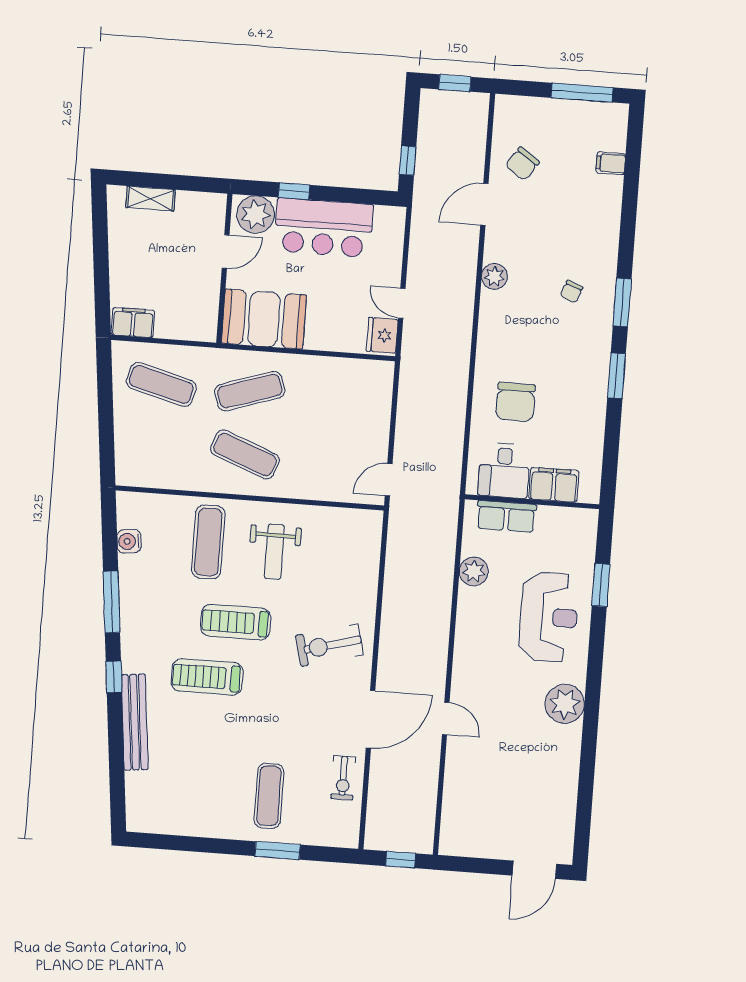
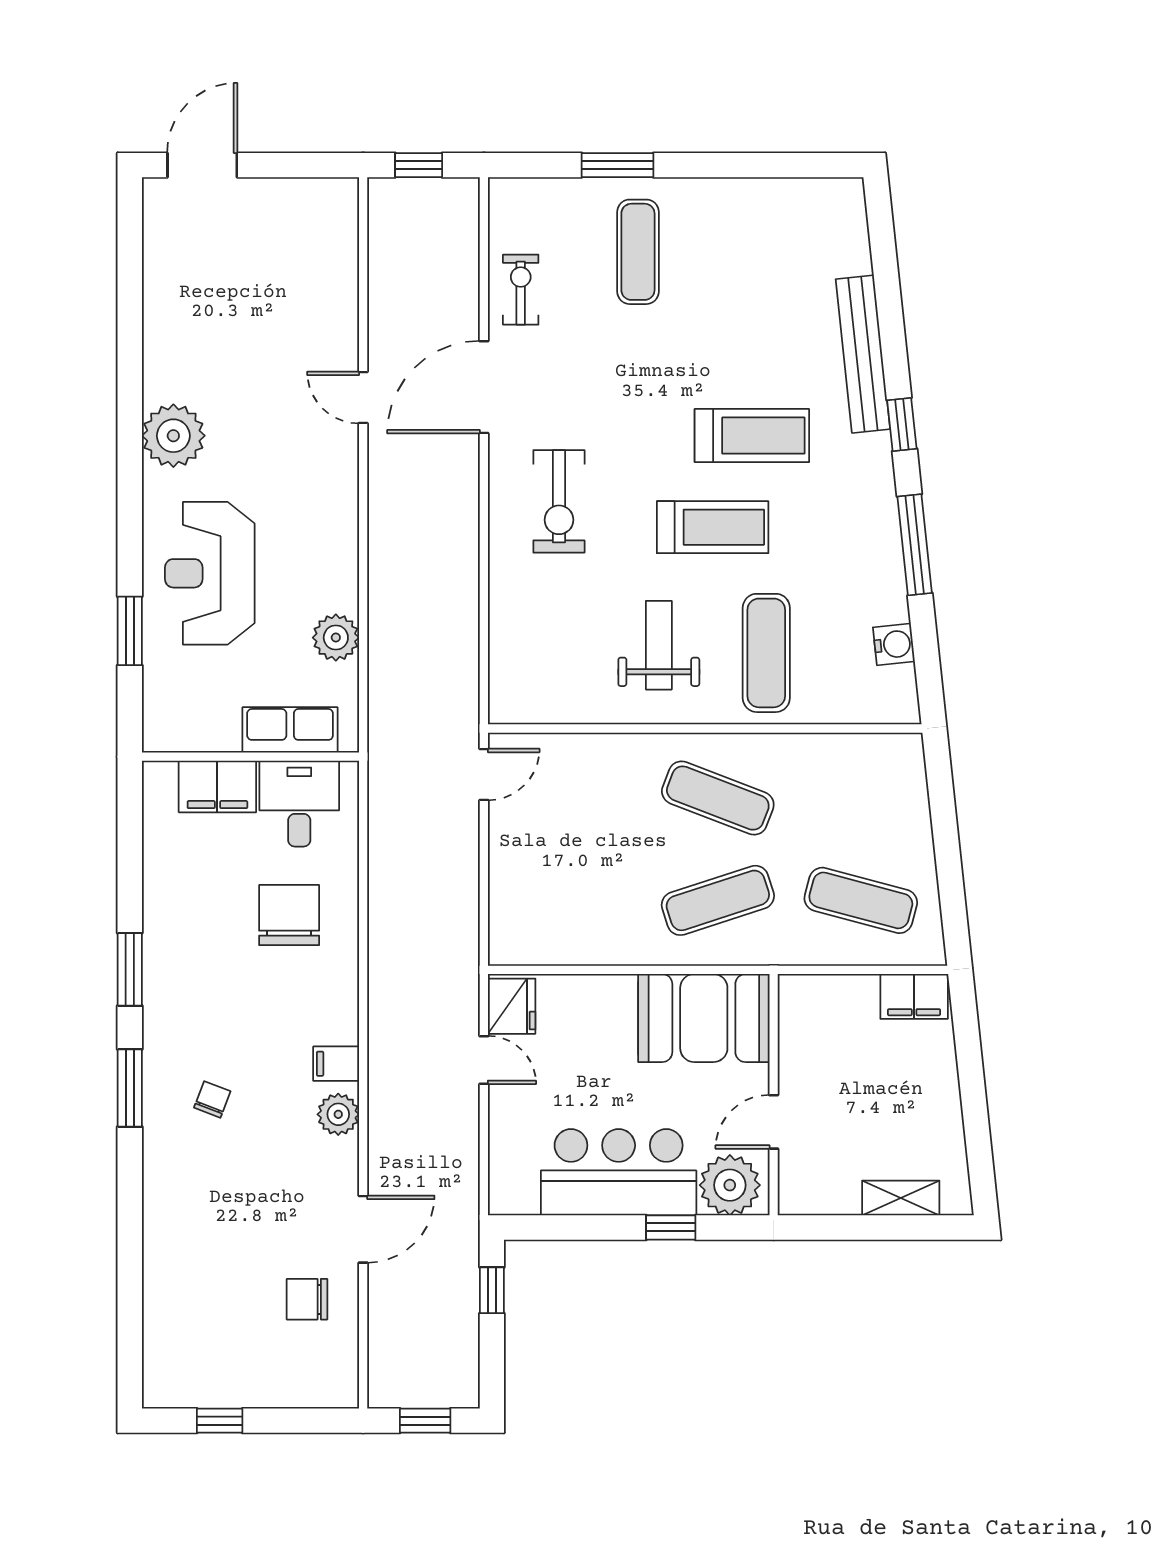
window: (582, 93) -> (220, 1421), width x0.46
filing cabinet: (611, 163) -> (336, 1064), moved, turned 180
chair: (522, 164) -> (307, 1299), turned -125
exercise bike: (329, 645) -> (559, 501), turned 105

